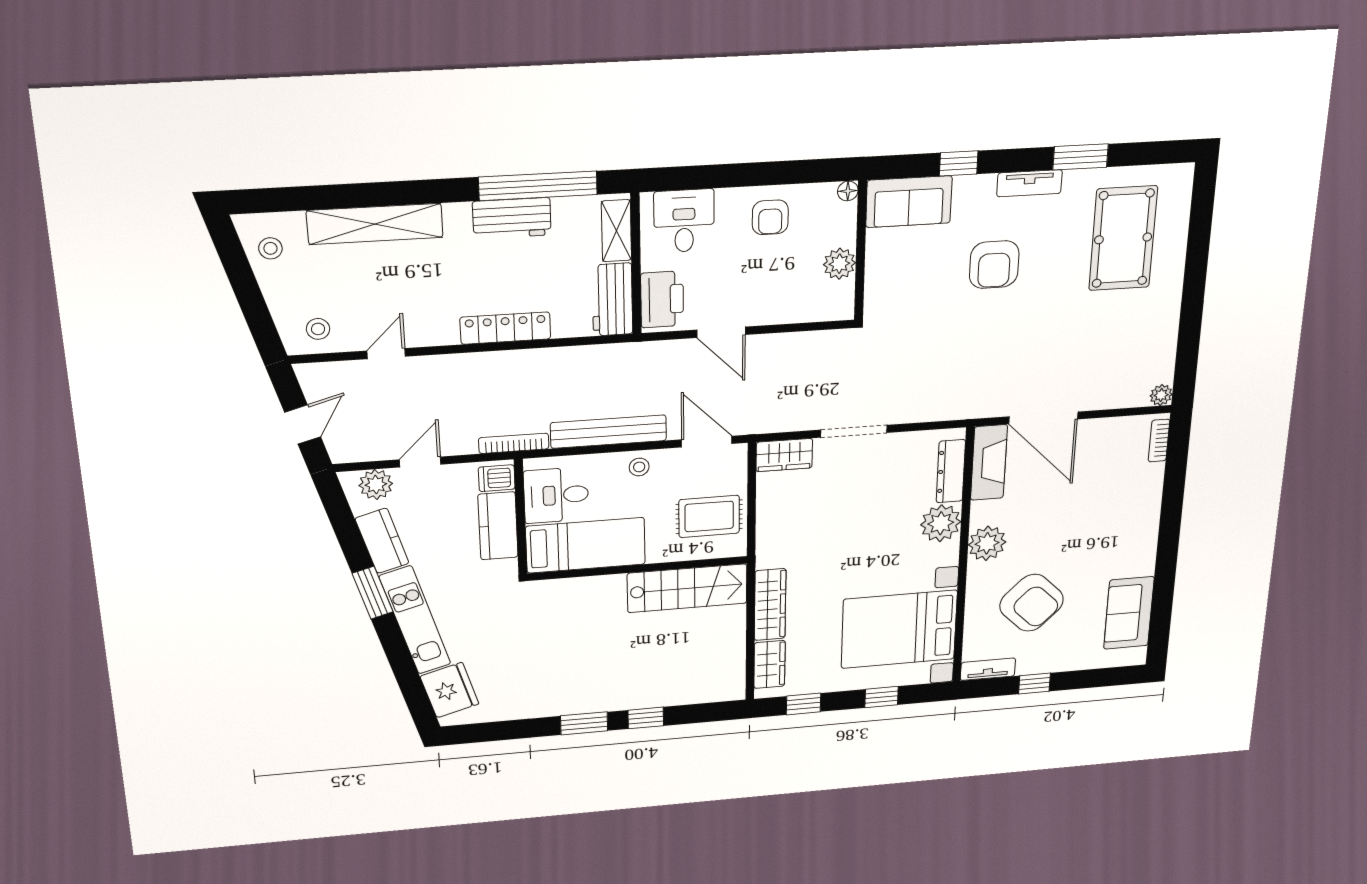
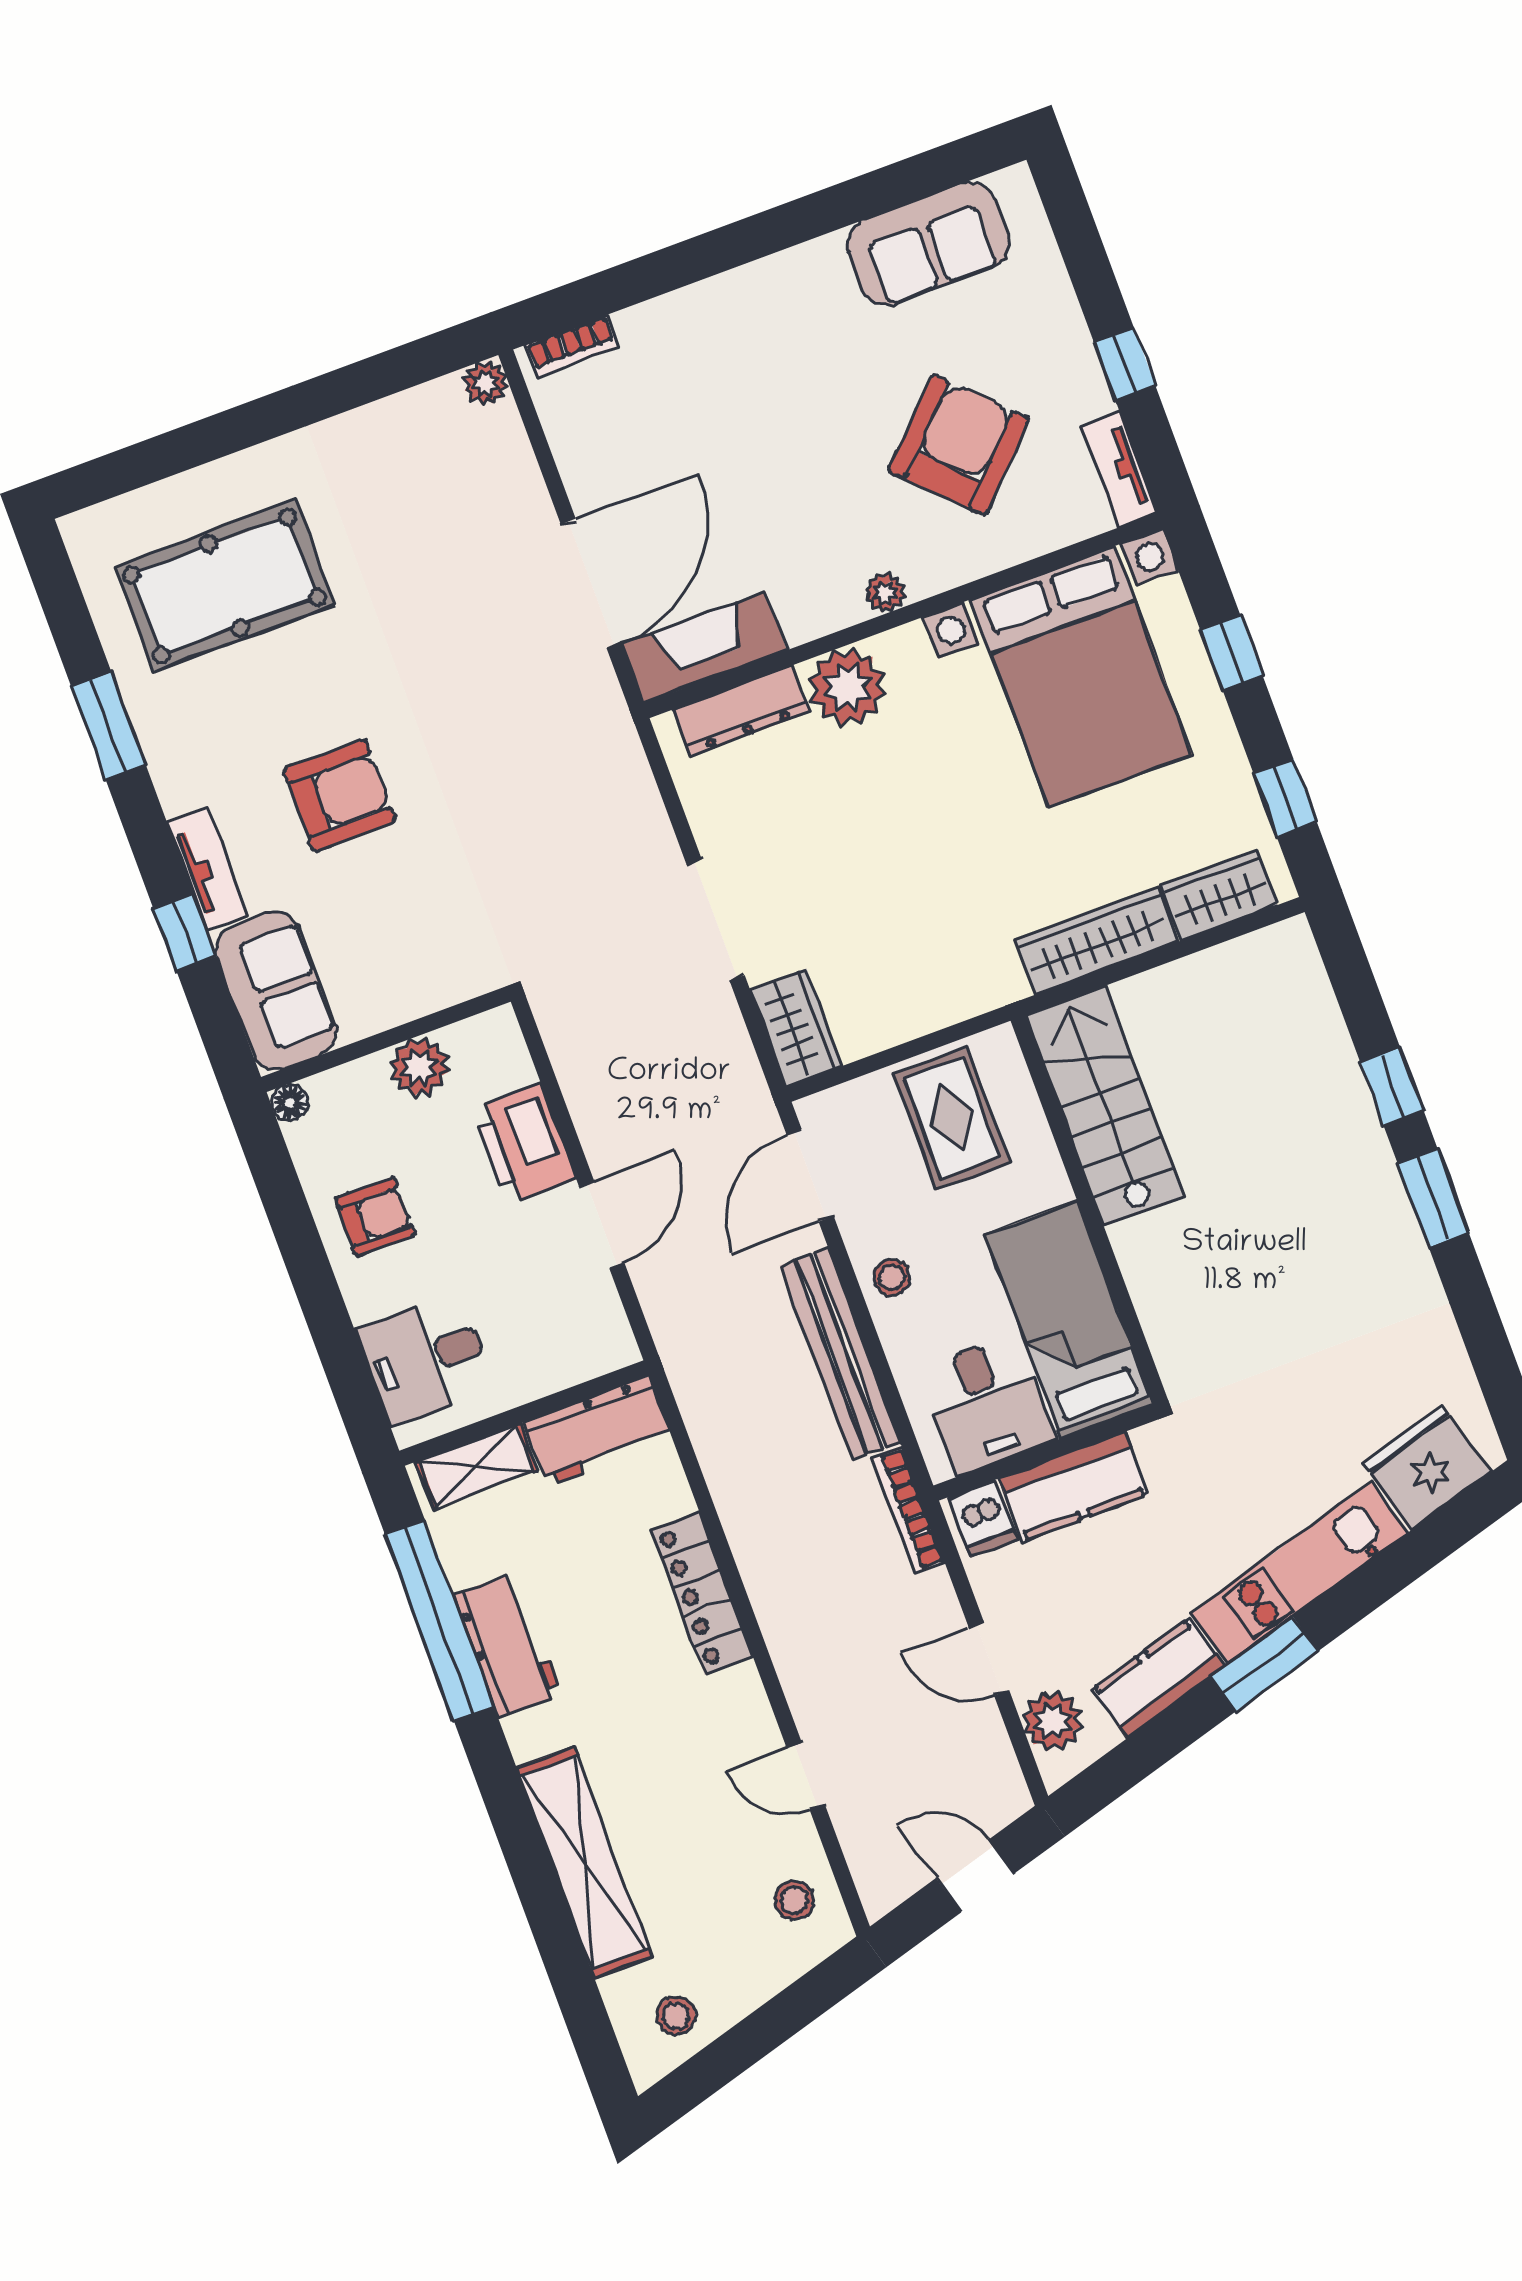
tv unit: (1029, 183) -> (208, 869), moved
printer: (662, 299) -> (524, 1144), moved, turned -90
plant: (987, 543) -> (885, 593), width x0.53, depth x0.53

